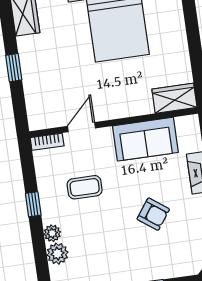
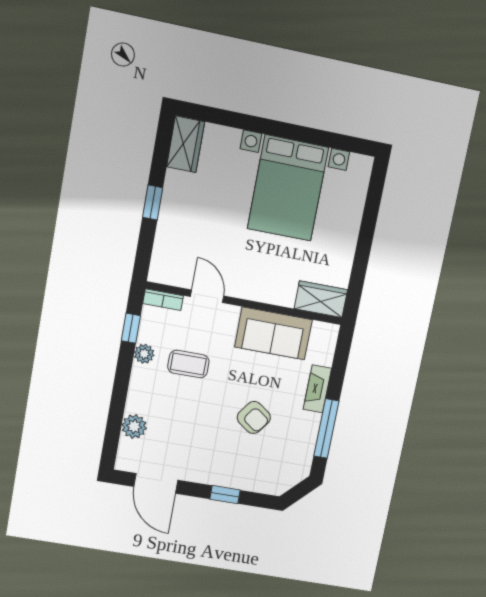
door: (81, 127) -> (207, 296), hinge flipped
window: (33, 204) -> (131, 328), moved
plant: (52, 233) -> (144, 354), moved

